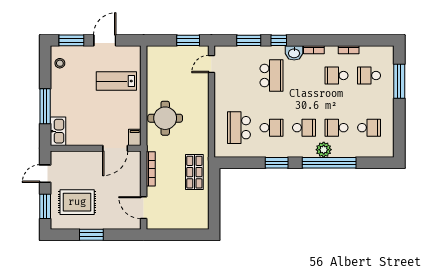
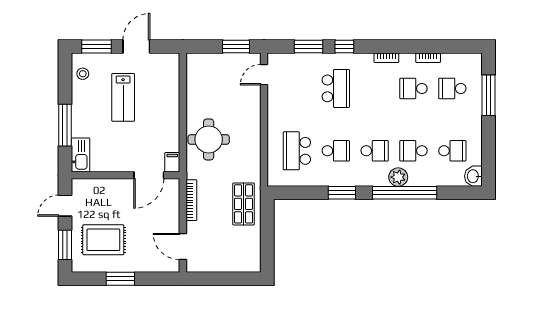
washbasin: (294, 53) -> (473, 176), moved, turned 90
lab bench: (116, 81) -> (123, 97), moved, turned -90

